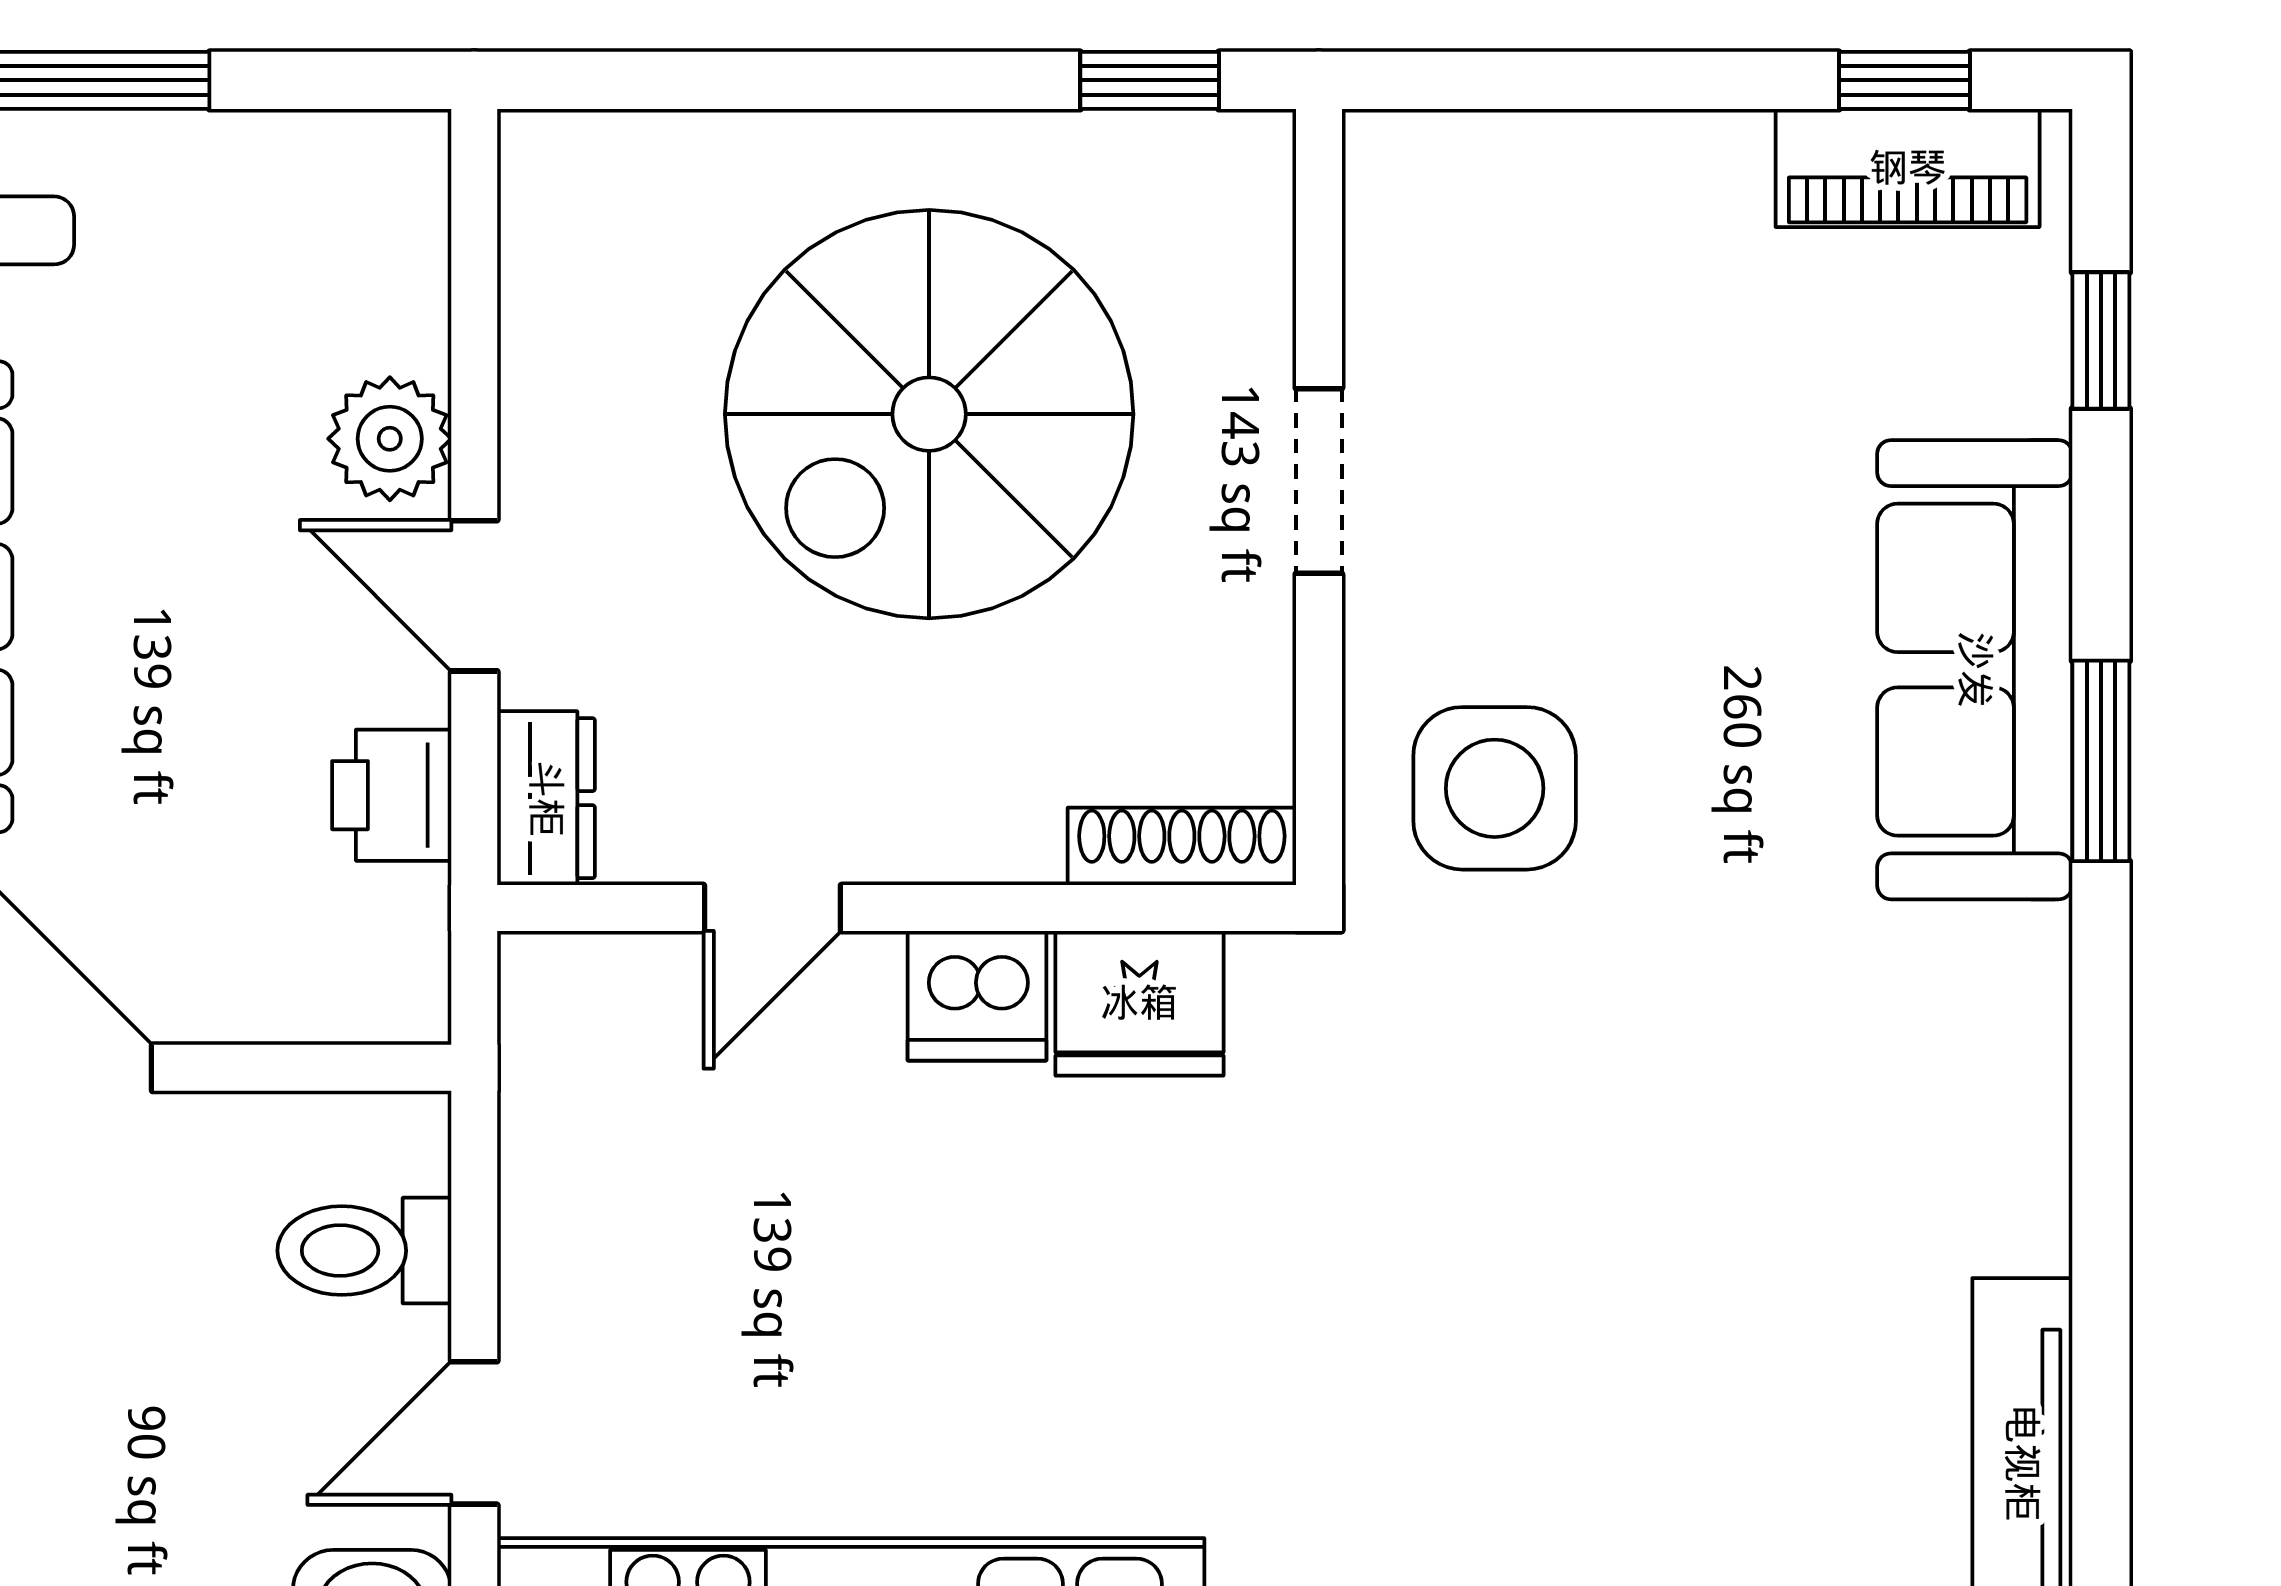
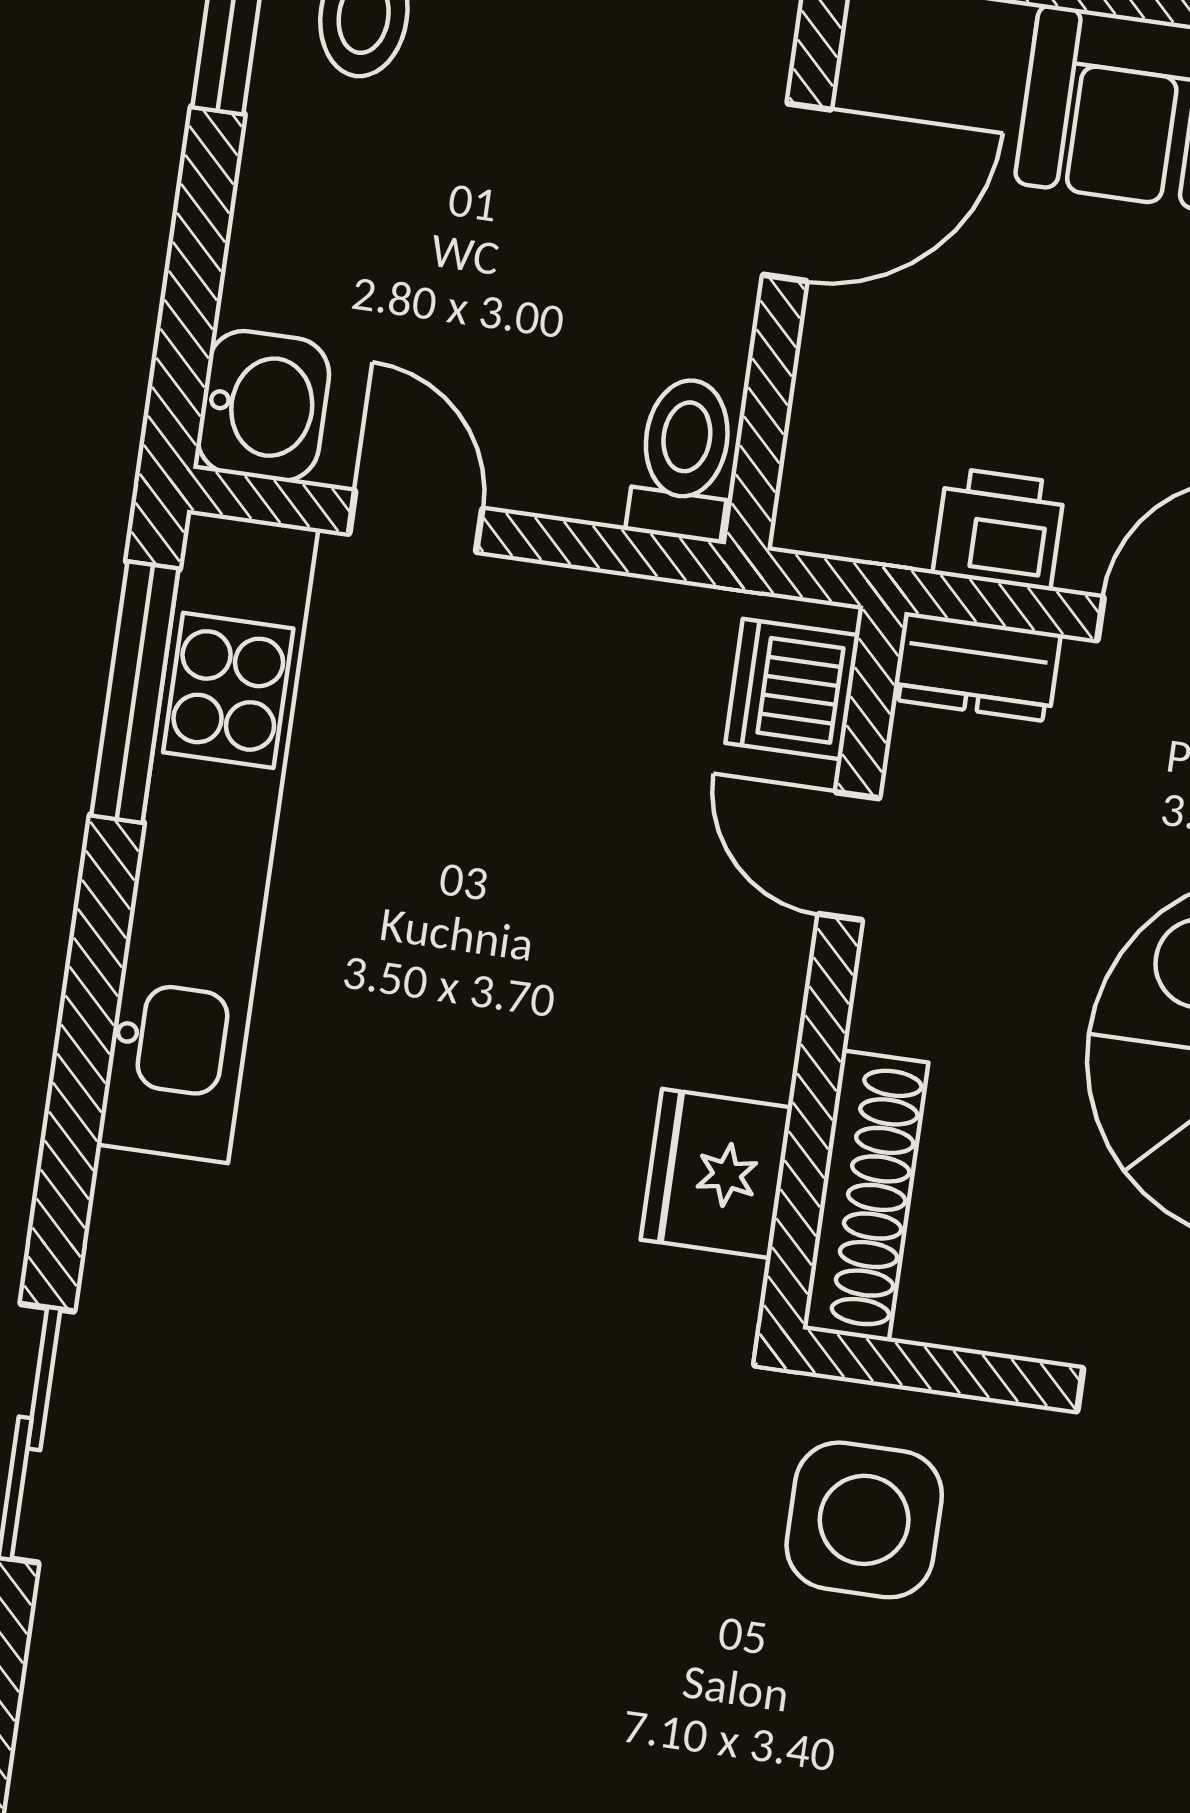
shoe rack: (1182, 846) -> (865, 1196), width x1.36, depth x1.24
dishwasher: (977, 996) -> (792, 689), moved
toilet: (364, 1251) -> (684, 459), moved

